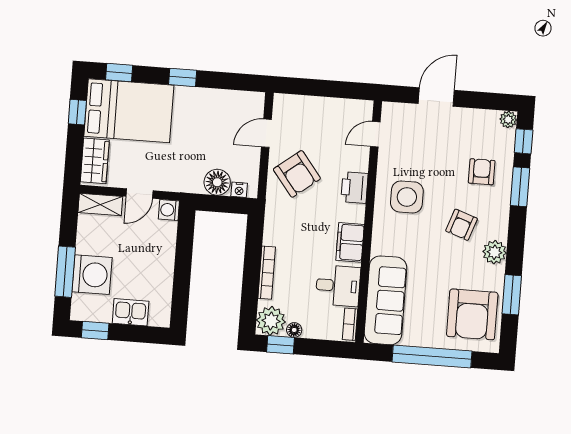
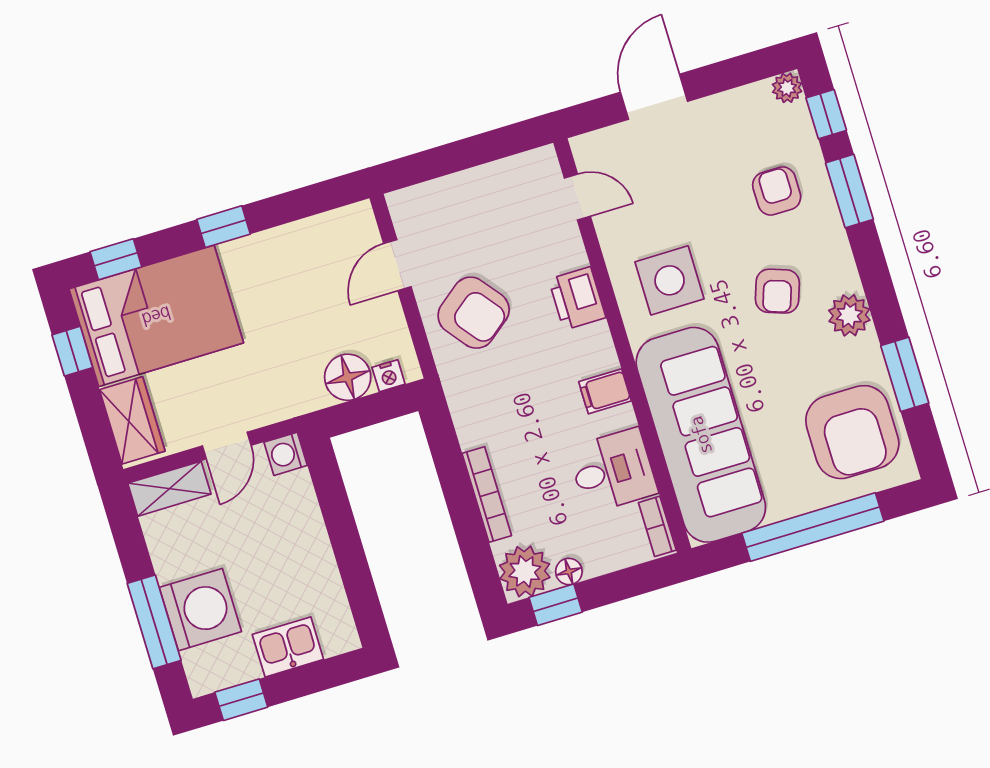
door: (375, 134) -> (577, 197), swing flipped
filing cabinet: (350, 242) -> (605, 391), width x0.50
sofa: (385, 300) -> (701, 435), width x1.36, depth x1.27

